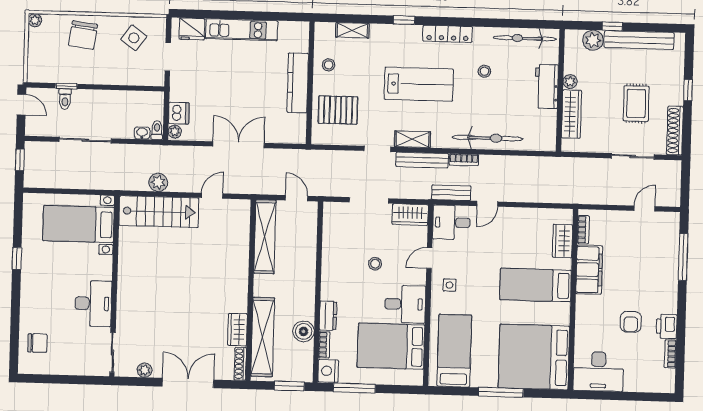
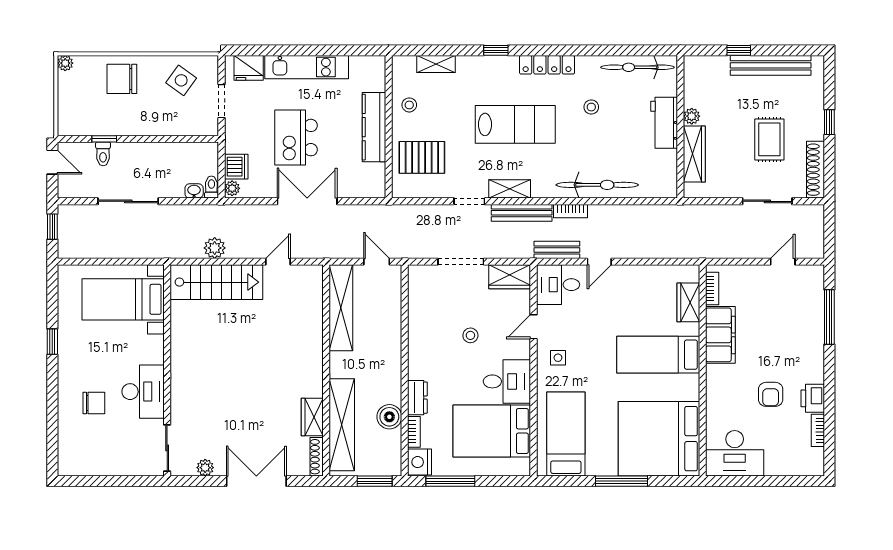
chair: (83, 35) -> (122, 79), turned 82
plant: (593, 40) -> (717, 67), removed
kitchen island: (231, 90) -> (296, 138), added
chair: (37, 343) -> (94, 403), moved

